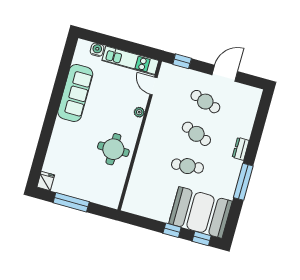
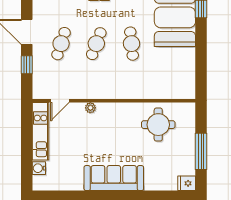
window: (182, 61) -> (27, 65), moved
sofa: (75, 93) -> (114, 178), moved
round table: (113, 149) -> (158, 125), moved
window: (172, 230) -> (201, 41), removed

